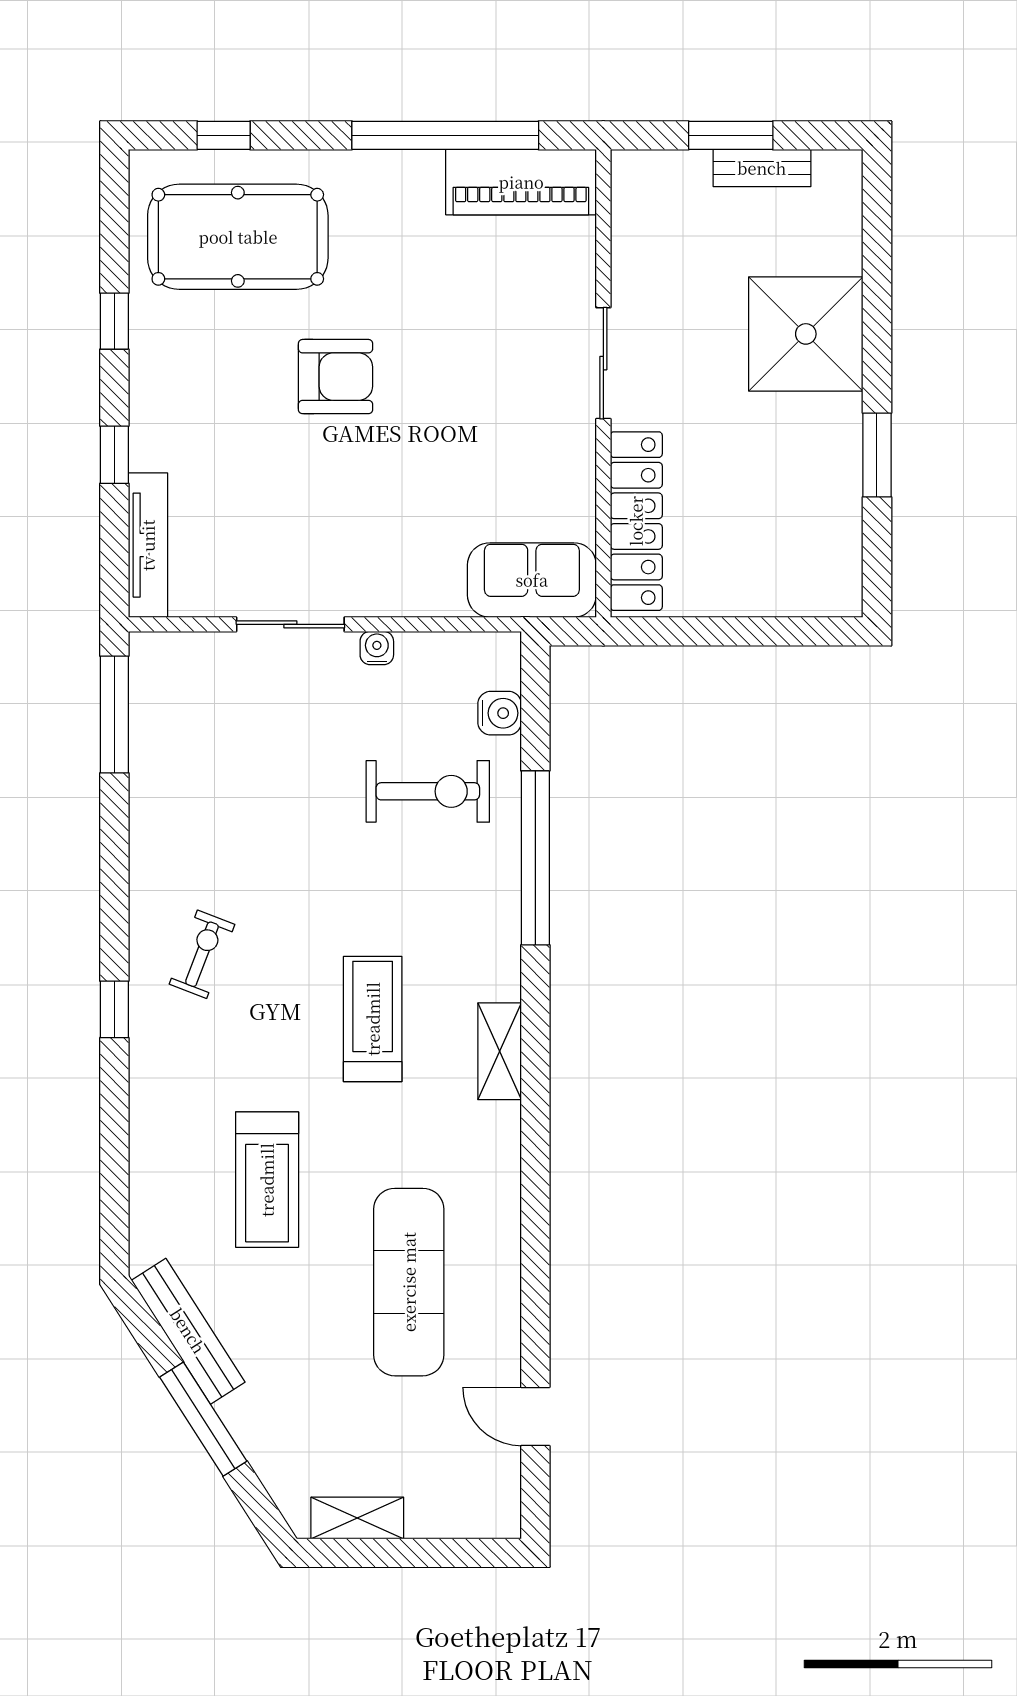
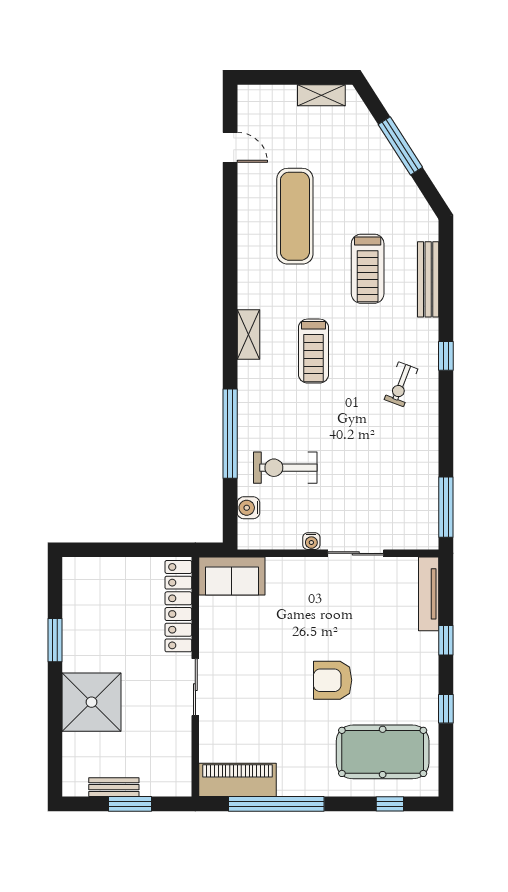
treadmill: (267, 1180) -> (368, 269), turned 180
bench: (188, 1331) -> (428, 279), moved, turned 33

